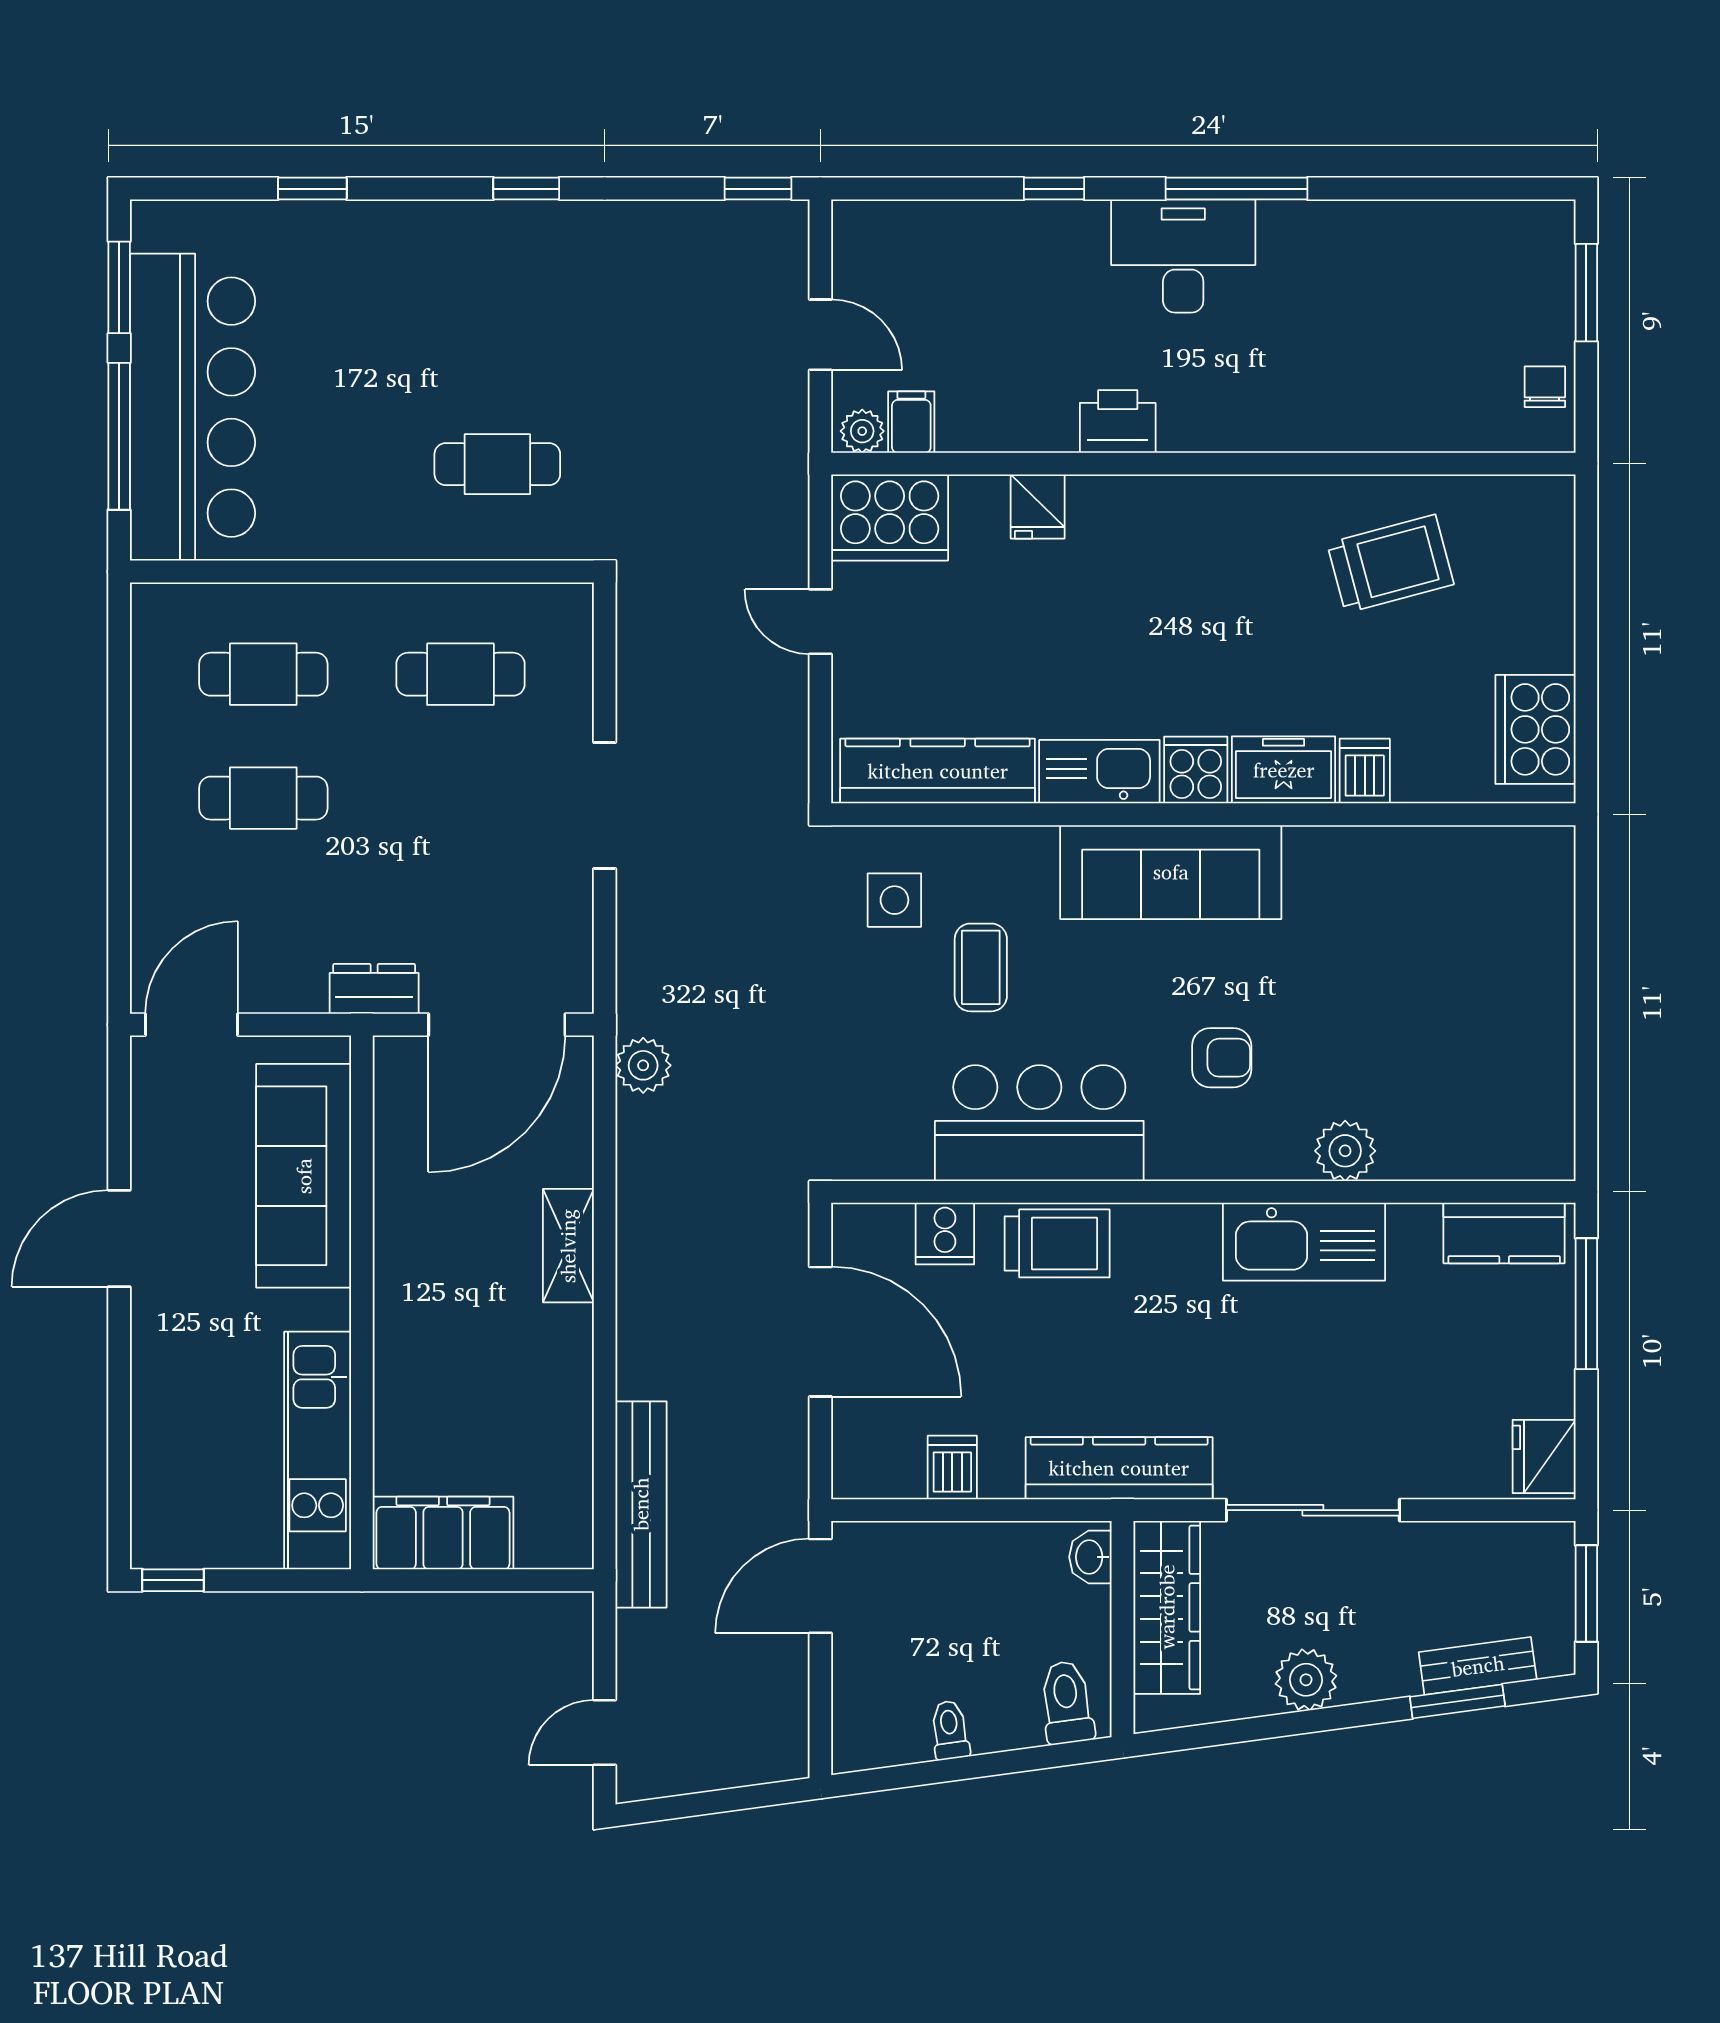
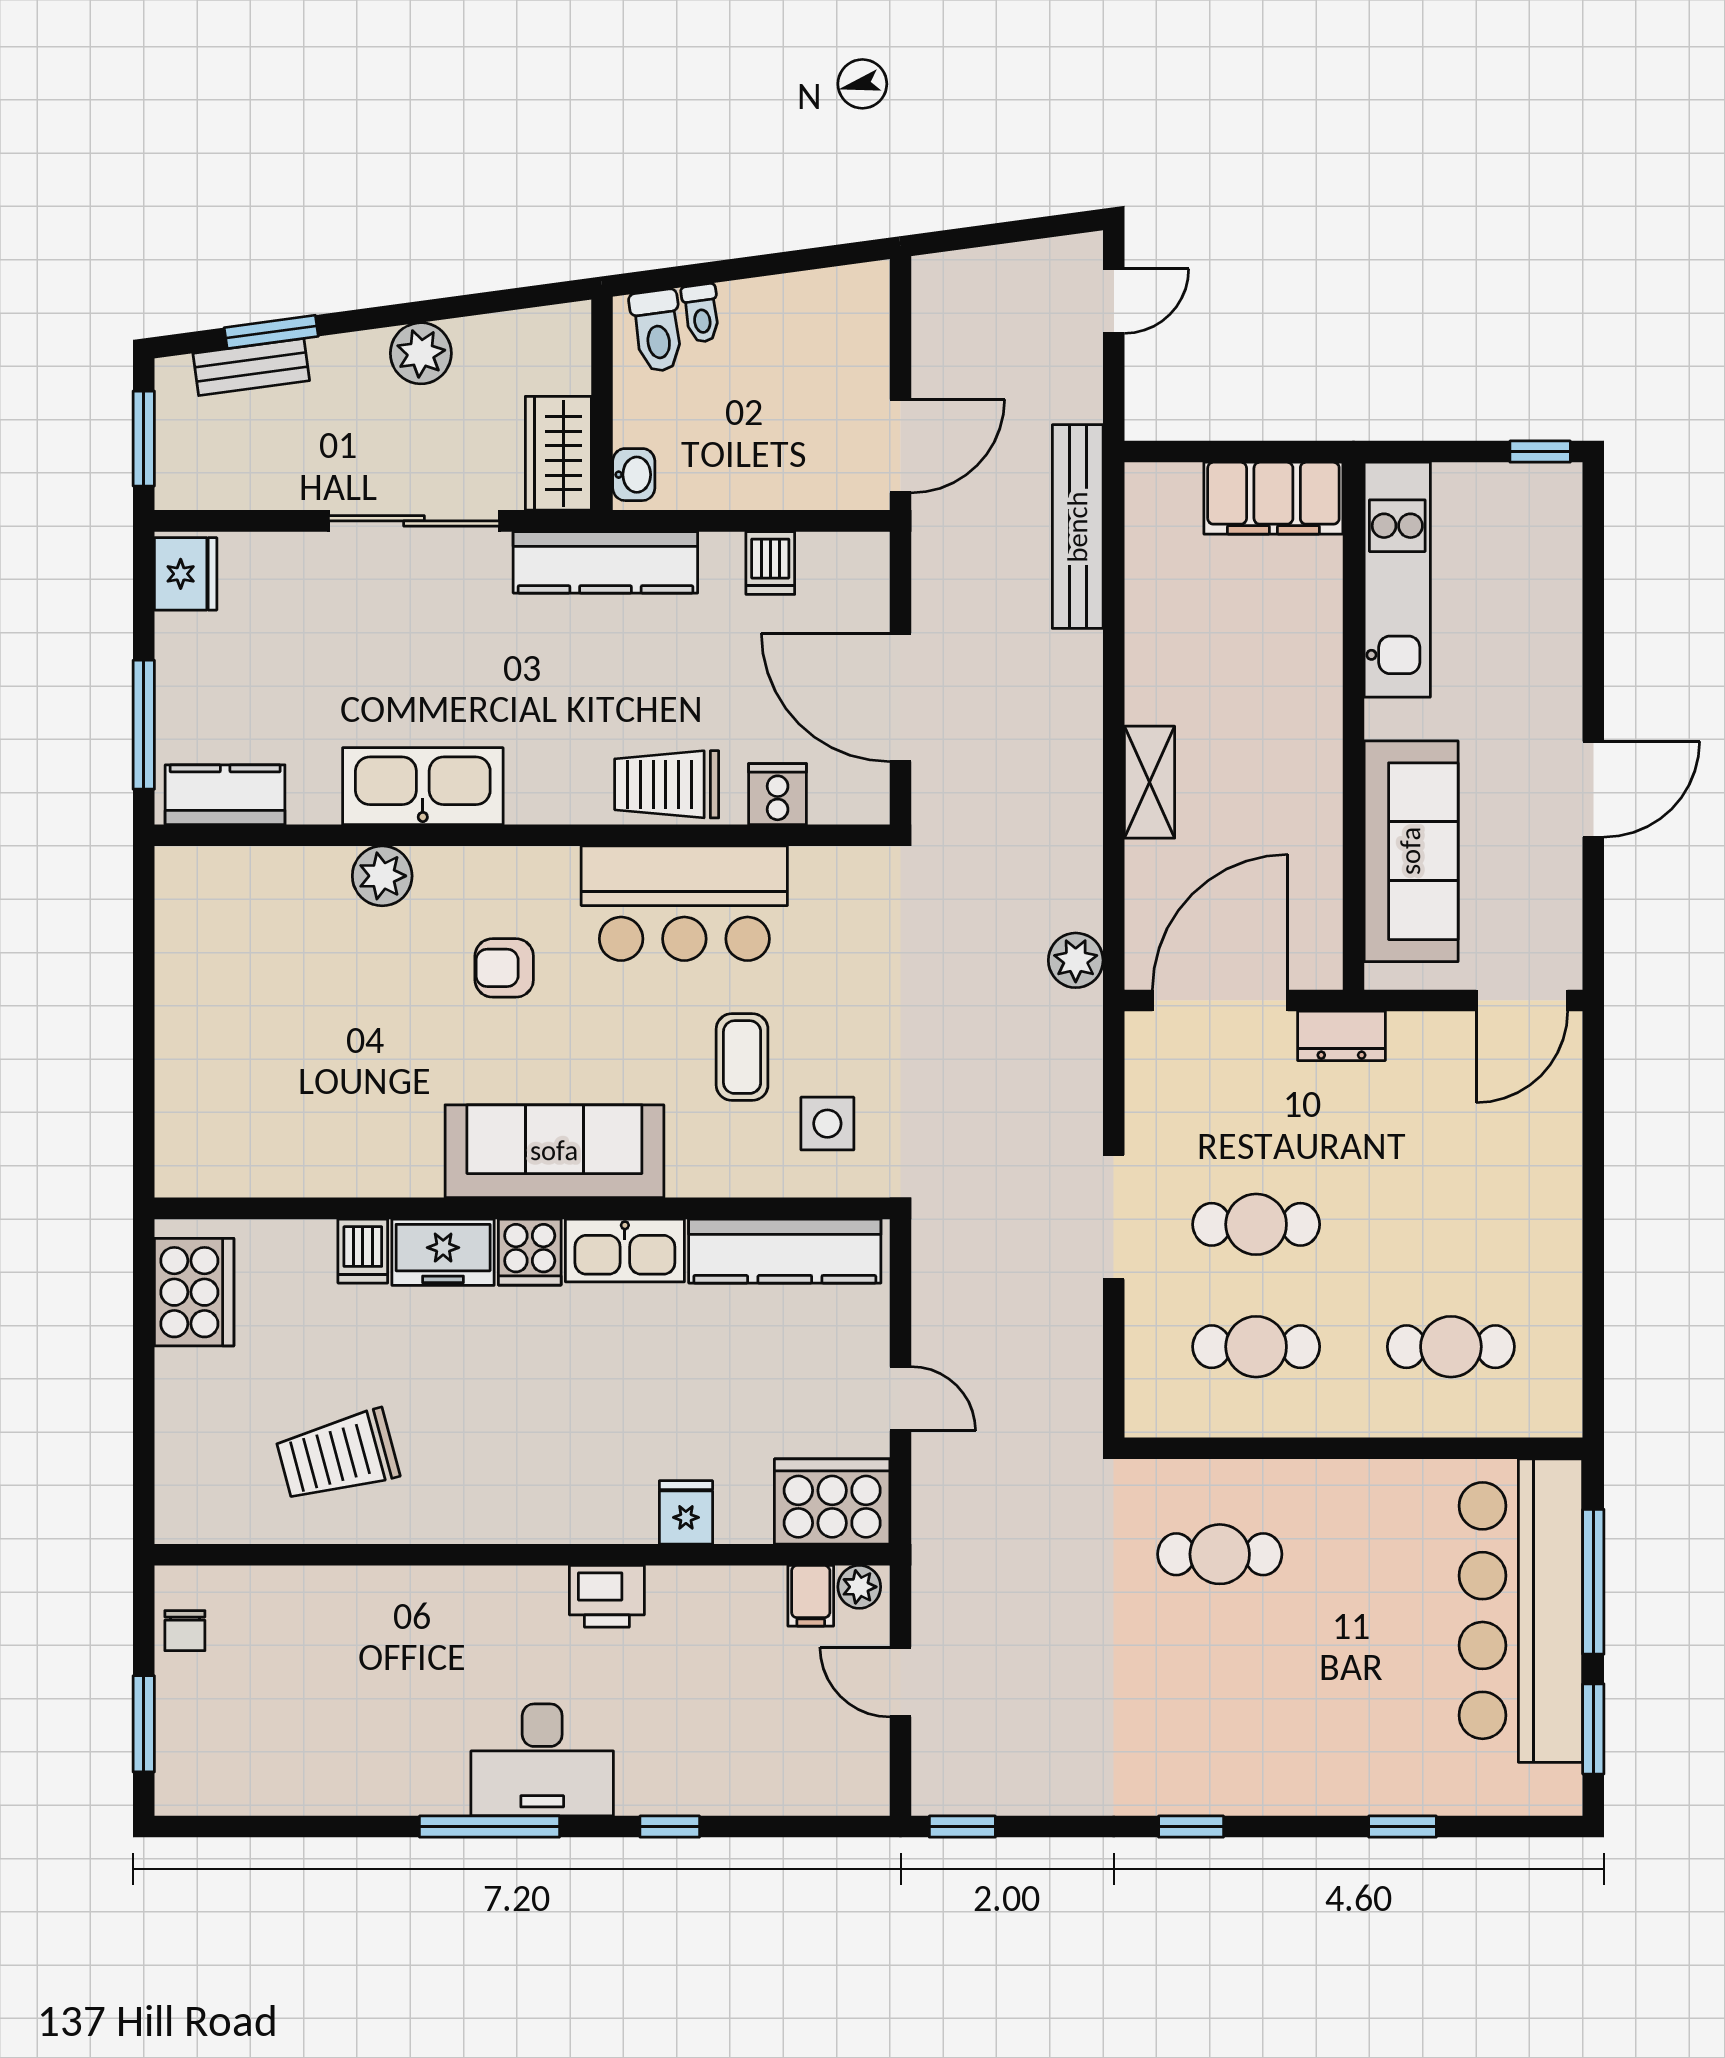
cafe table: (263, 798) -> (1256, 1224), moved
wardrobe: (1167, 1607) -> (558, 453), width x0.67
toilet: (950, 1730) -> (701, 313), moved

